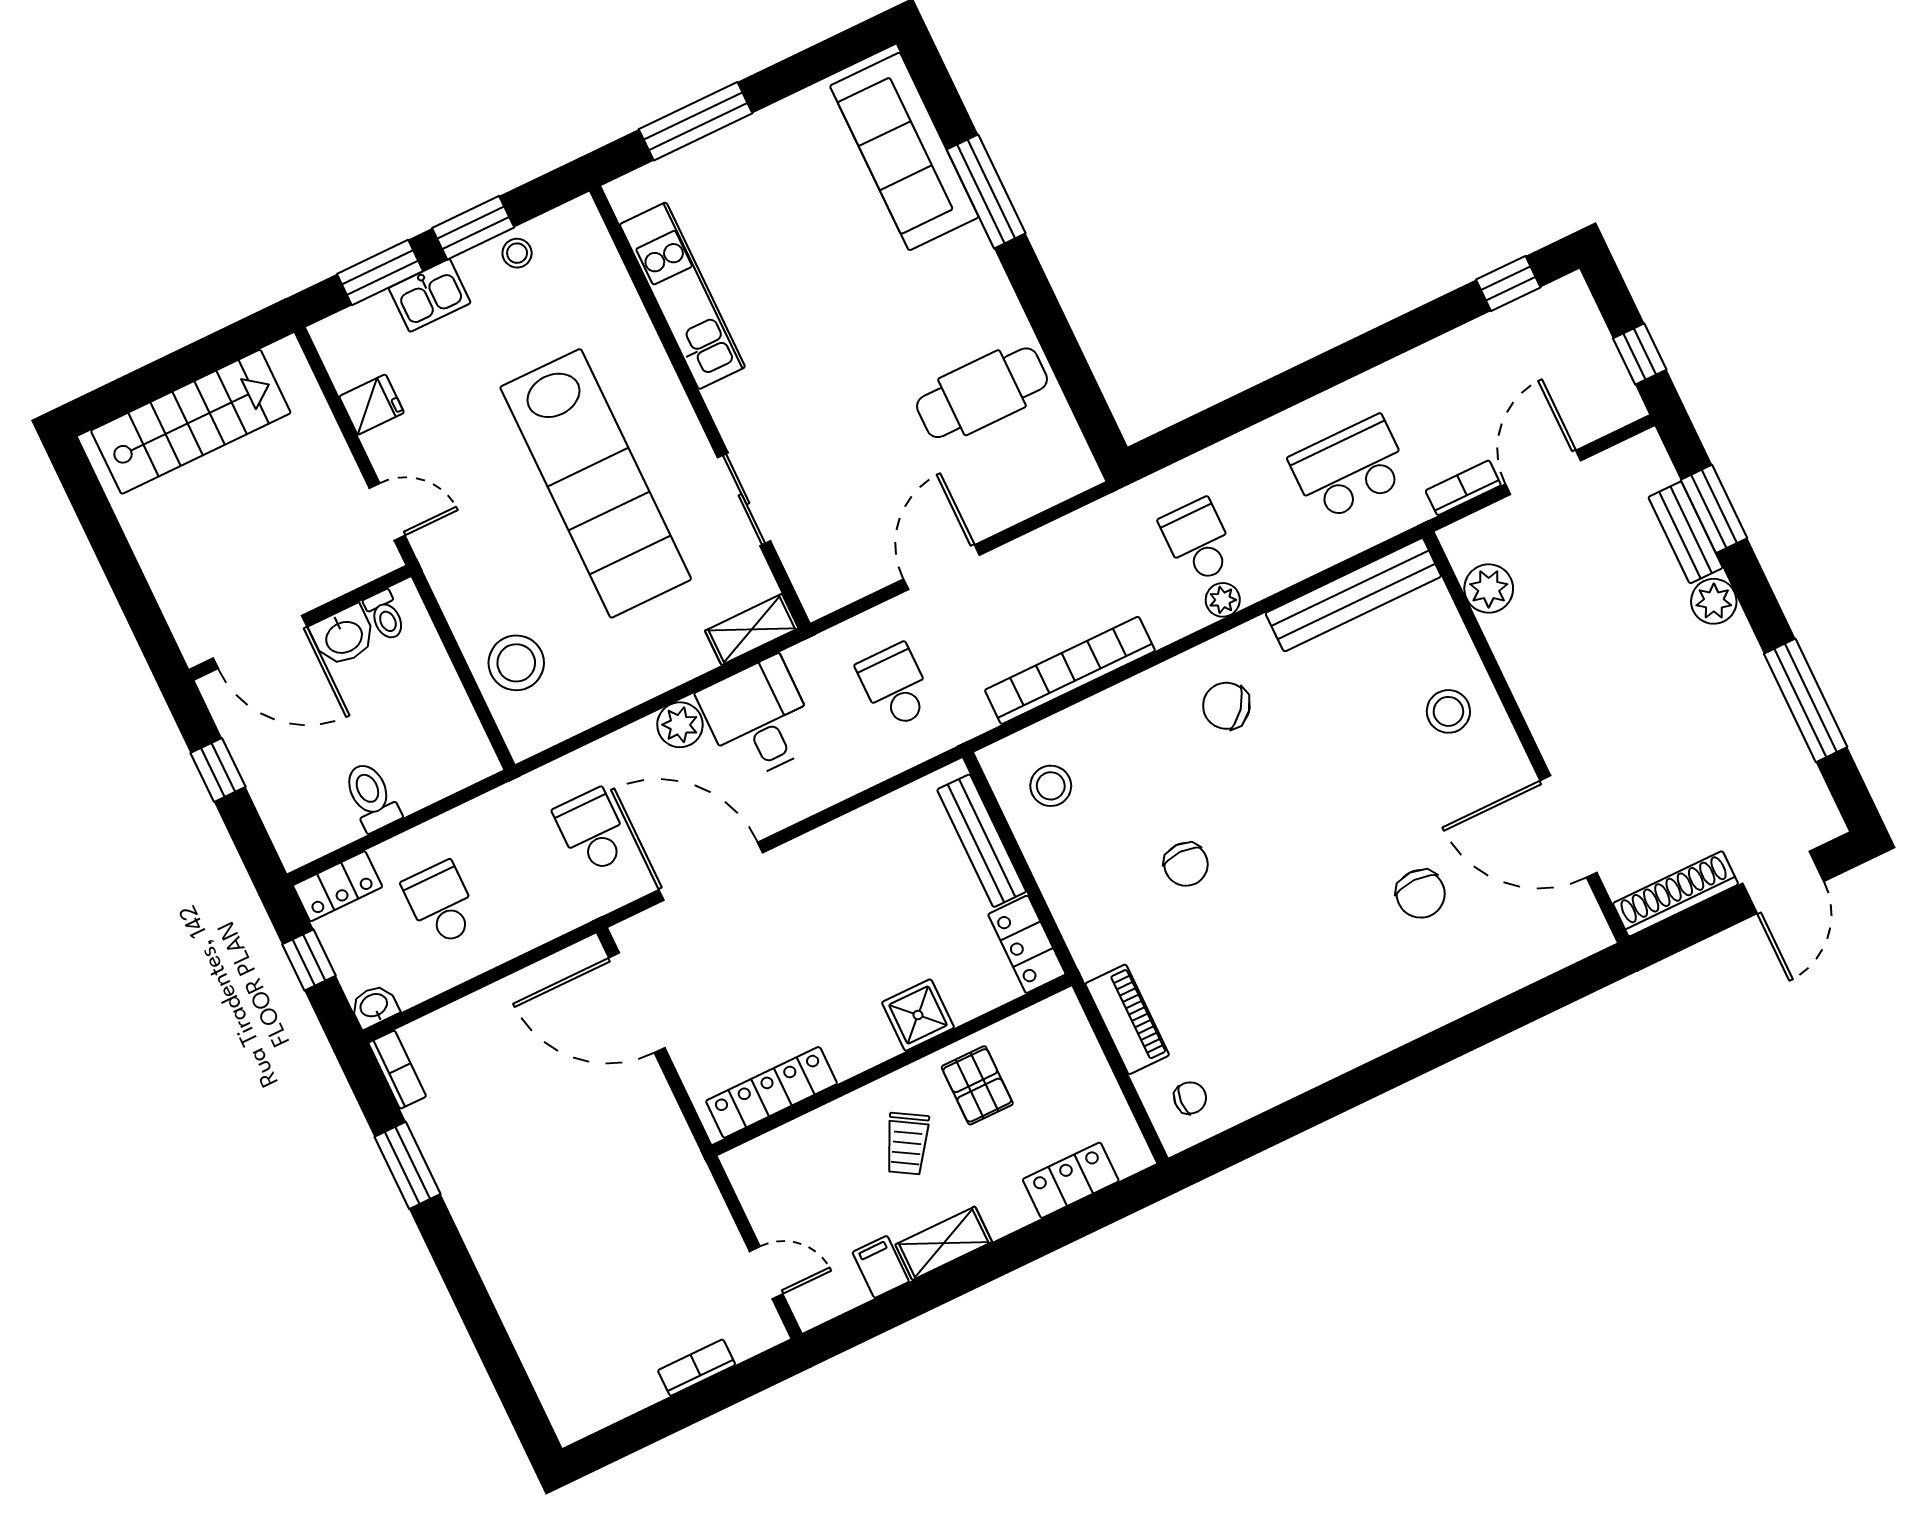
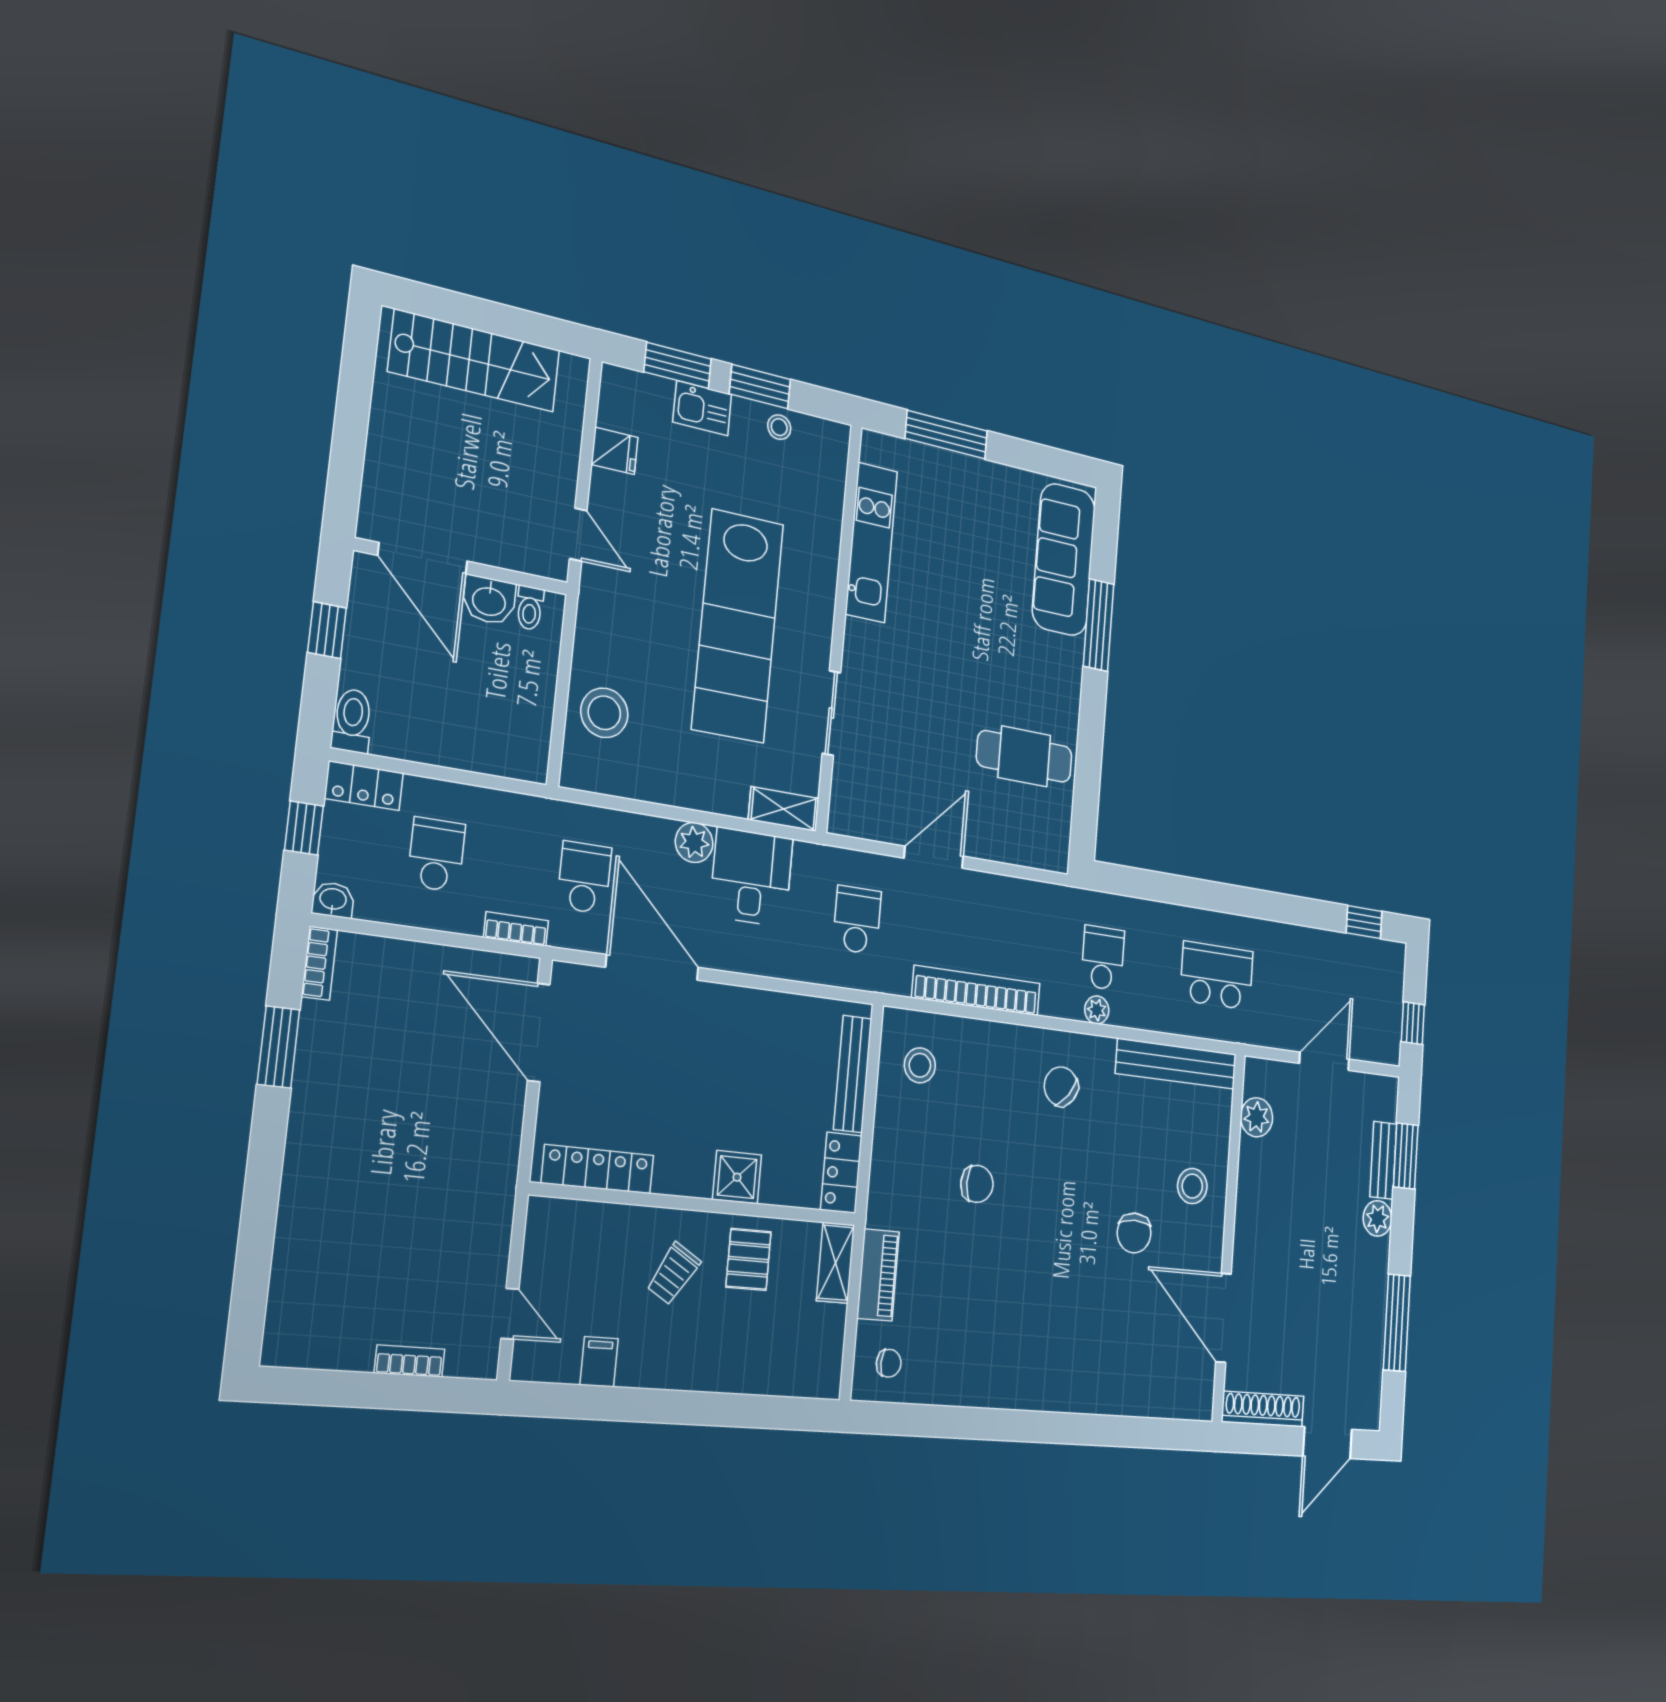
bookcase: (1463, 488) -> (516, 929), moved
toilet: (371, 797) -> (352, 721), moved
chair: (1186, 864) -> (977, 1184), turned -90
chair: (1421, 894) -> (1134, 1233), moved
locker: (1071, 1180) -> (774, 1376), removed
shelving: (944, 1243) -> (835, 1263), moved, turned 90

